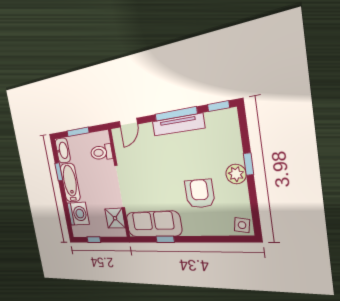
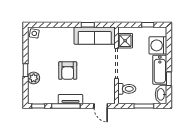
door: (128, 123) -> (101, 106), swing flipped
tv unit: (178, 125) -> (71, 99), width x0.71
plant: (236, 174) -> (34, 78), moved
armchair: (200, 194) -> (68, 71), moved

